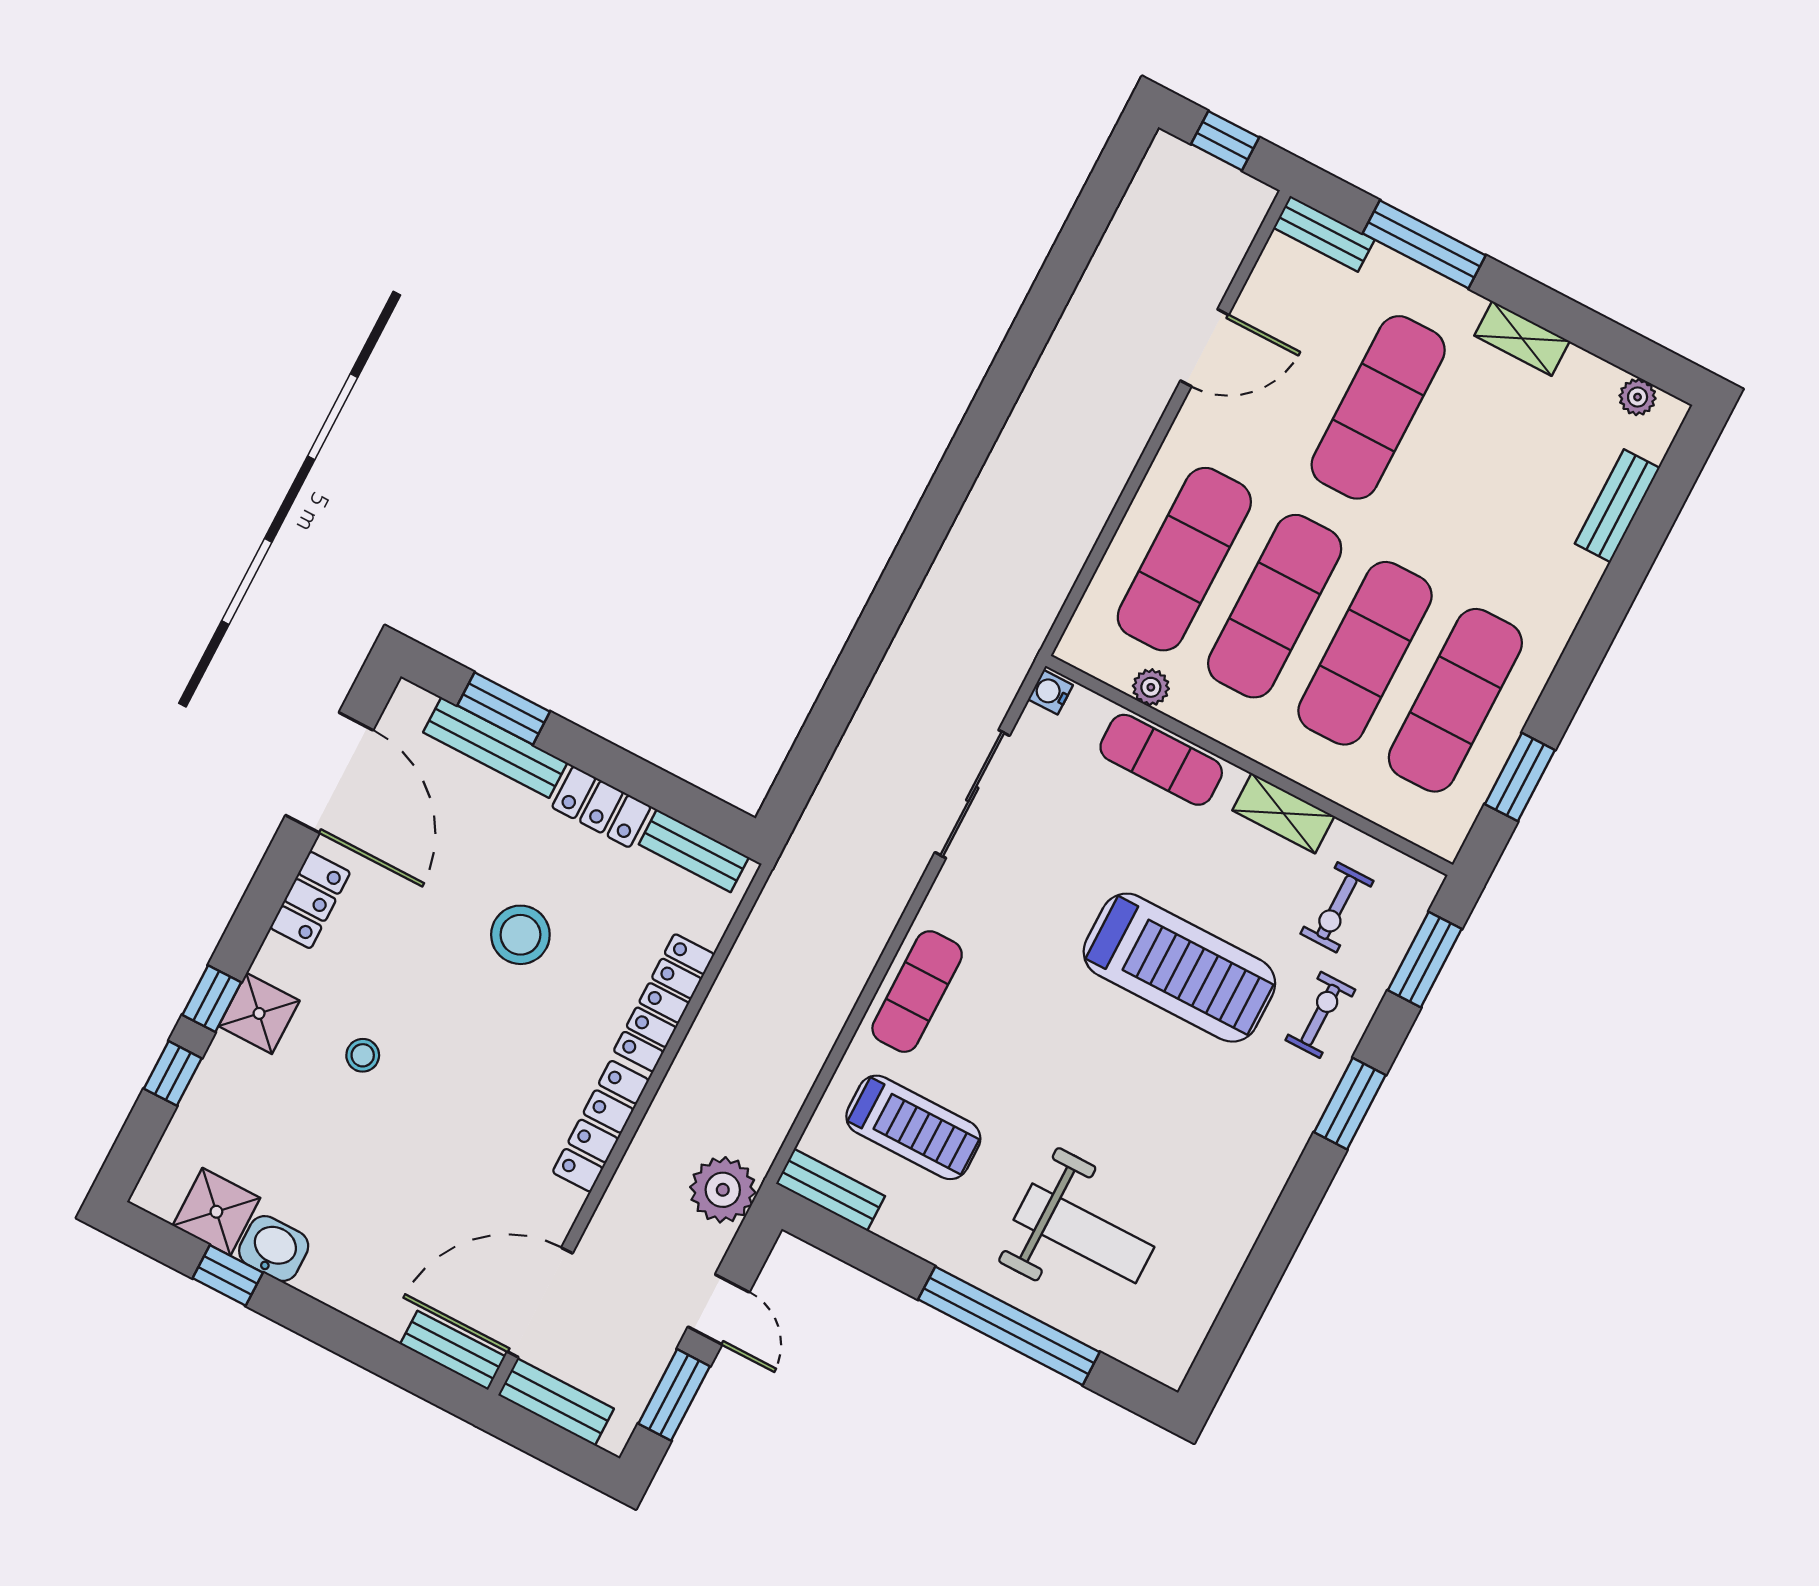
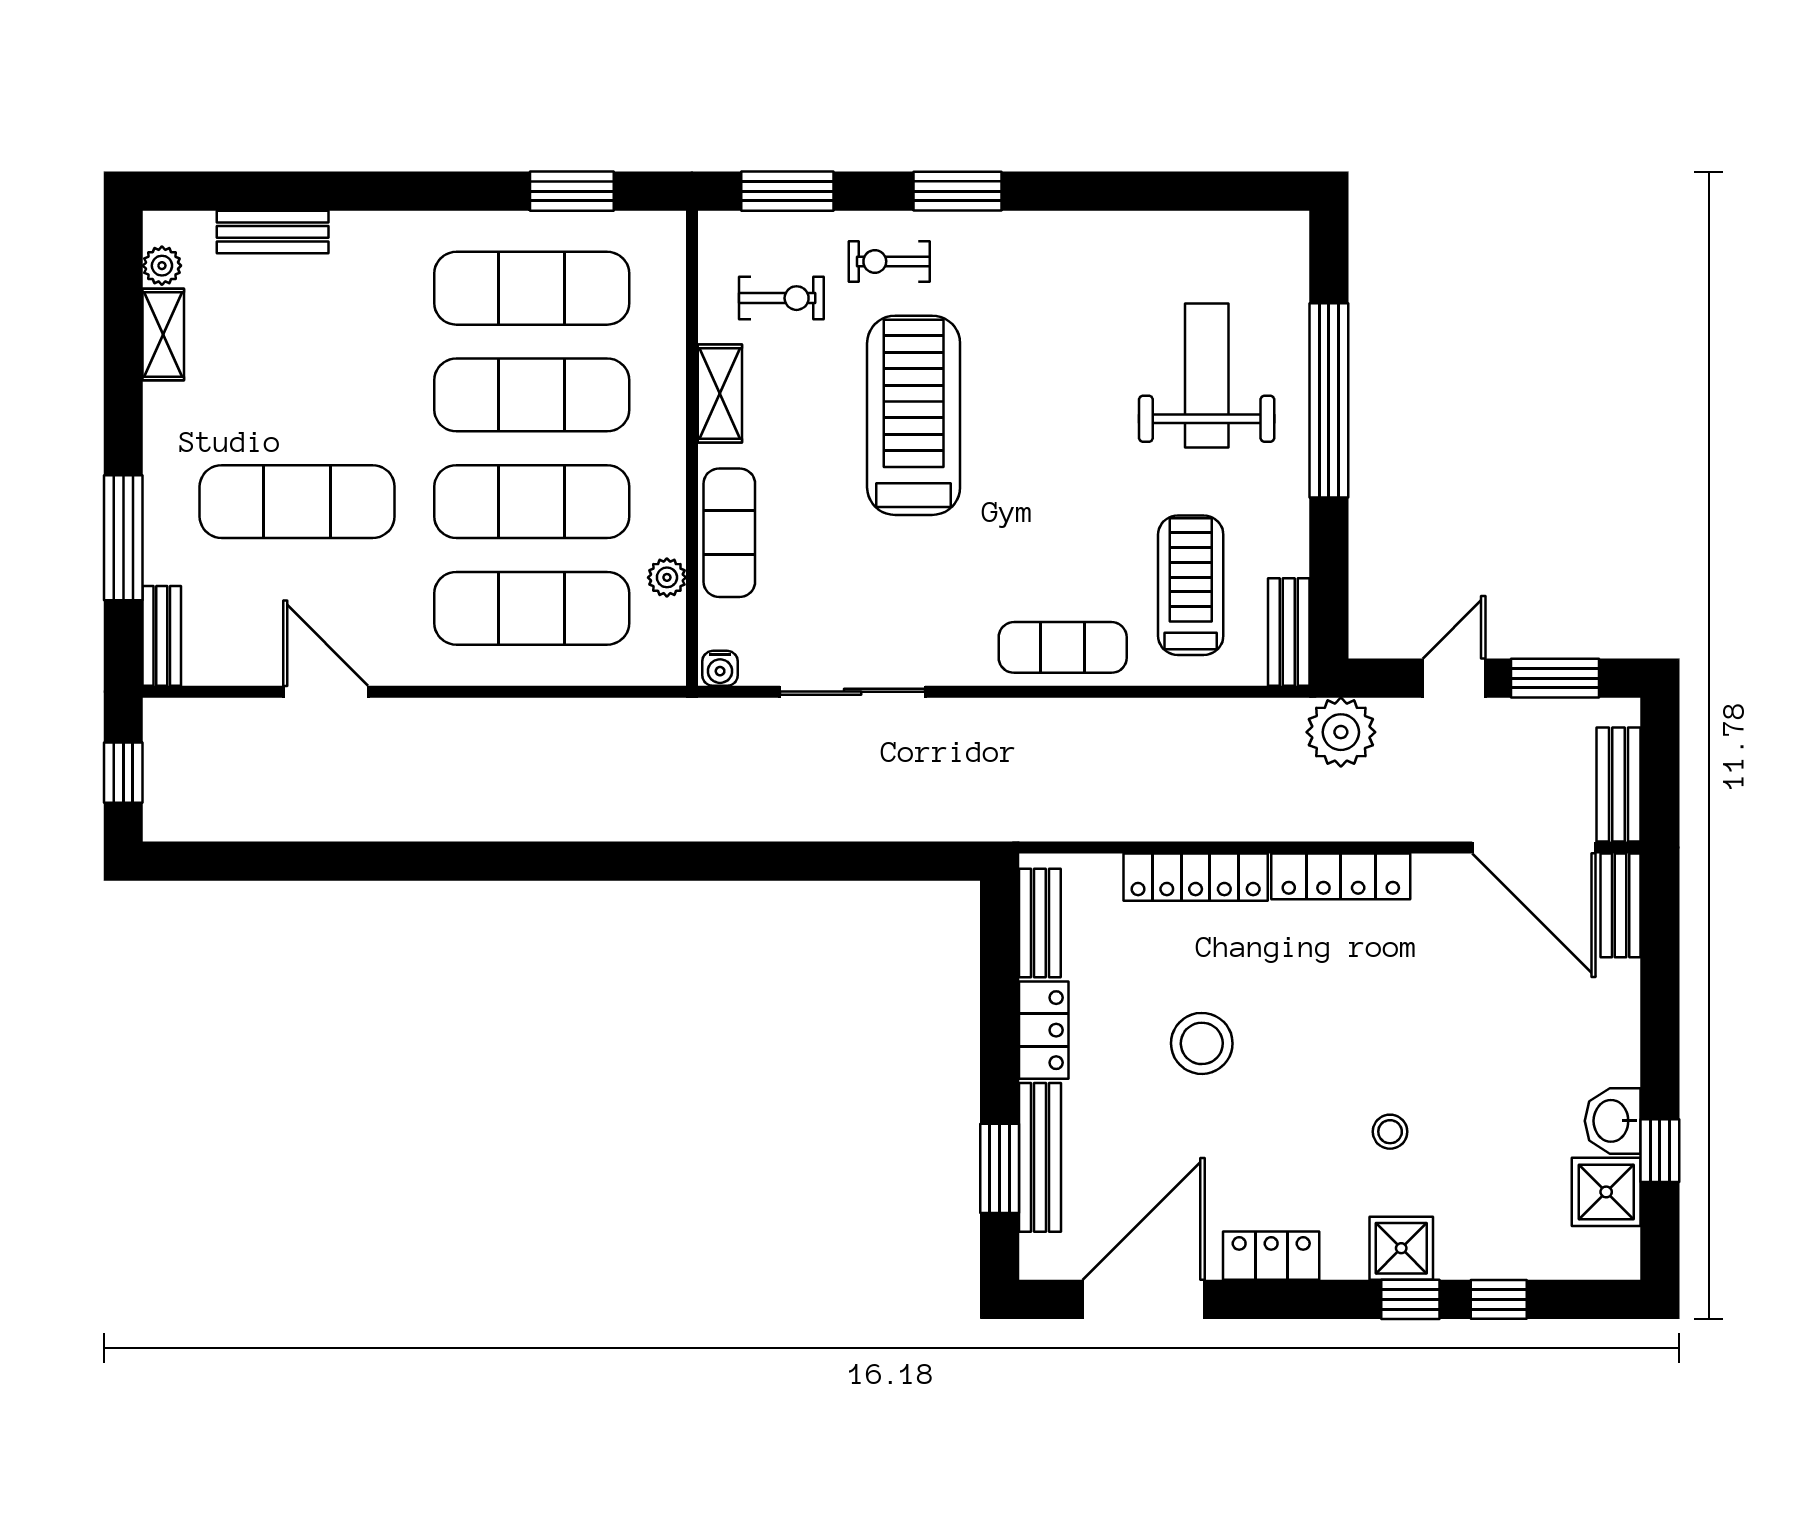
shelving: (1522, 338) -> (163, 335), moved

